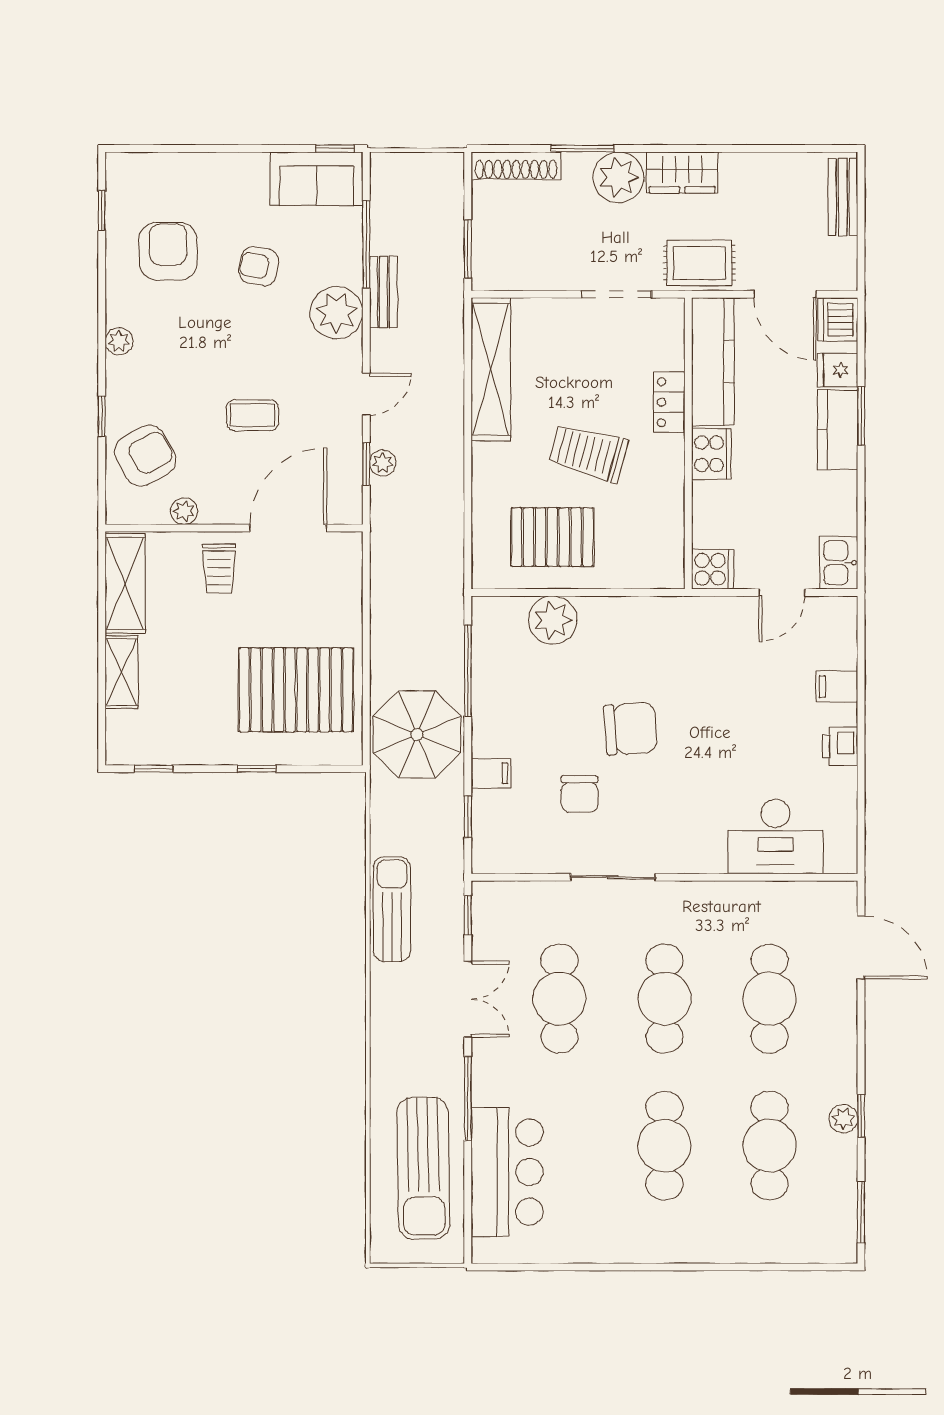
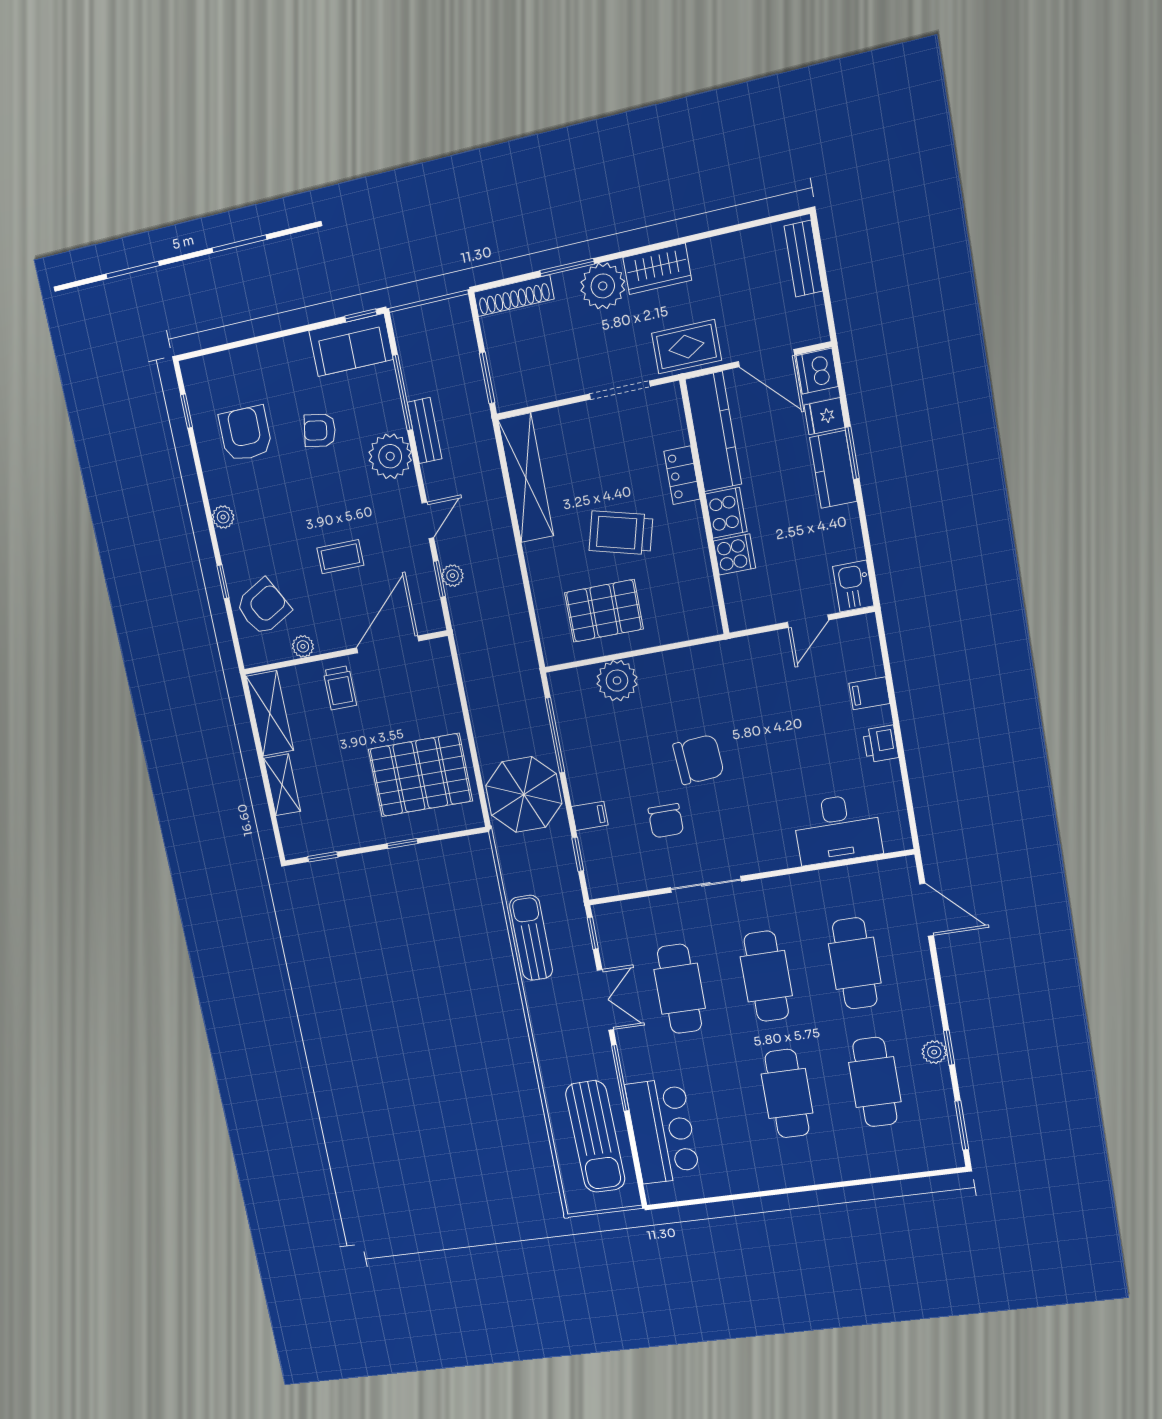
cooker: (713, 569) -> (734, 554), moved

